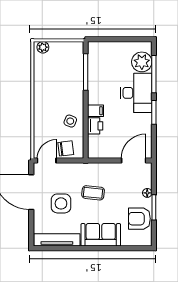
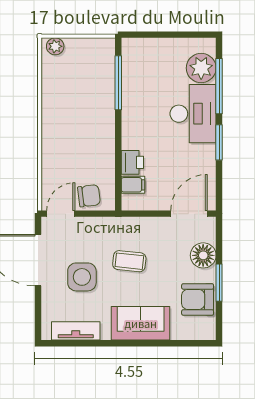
filing cabinet: (96, 111) -> (133, 185), moved
side table: (70, 121) -> (96, 155), removed
floor lamp: (147, 193) -> (203, 255), width x1.89, depth x1.89
tv unit: (57, 240) -> (76, 331), width x0.71

